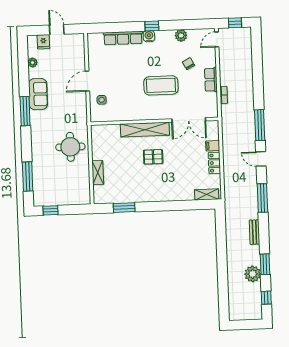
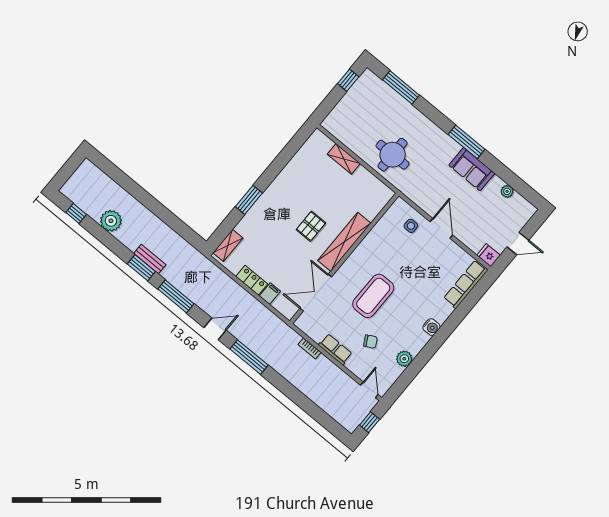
window: (152, 26) -> (439, 339), removed
row of seats: (123, 38) -> (466, 284), moved
fridge: (43, 42) -> (489, 255), moved
window: (124, 208) -> (249, 200), moved
window: (265, 264) -> (141, 268), moved

